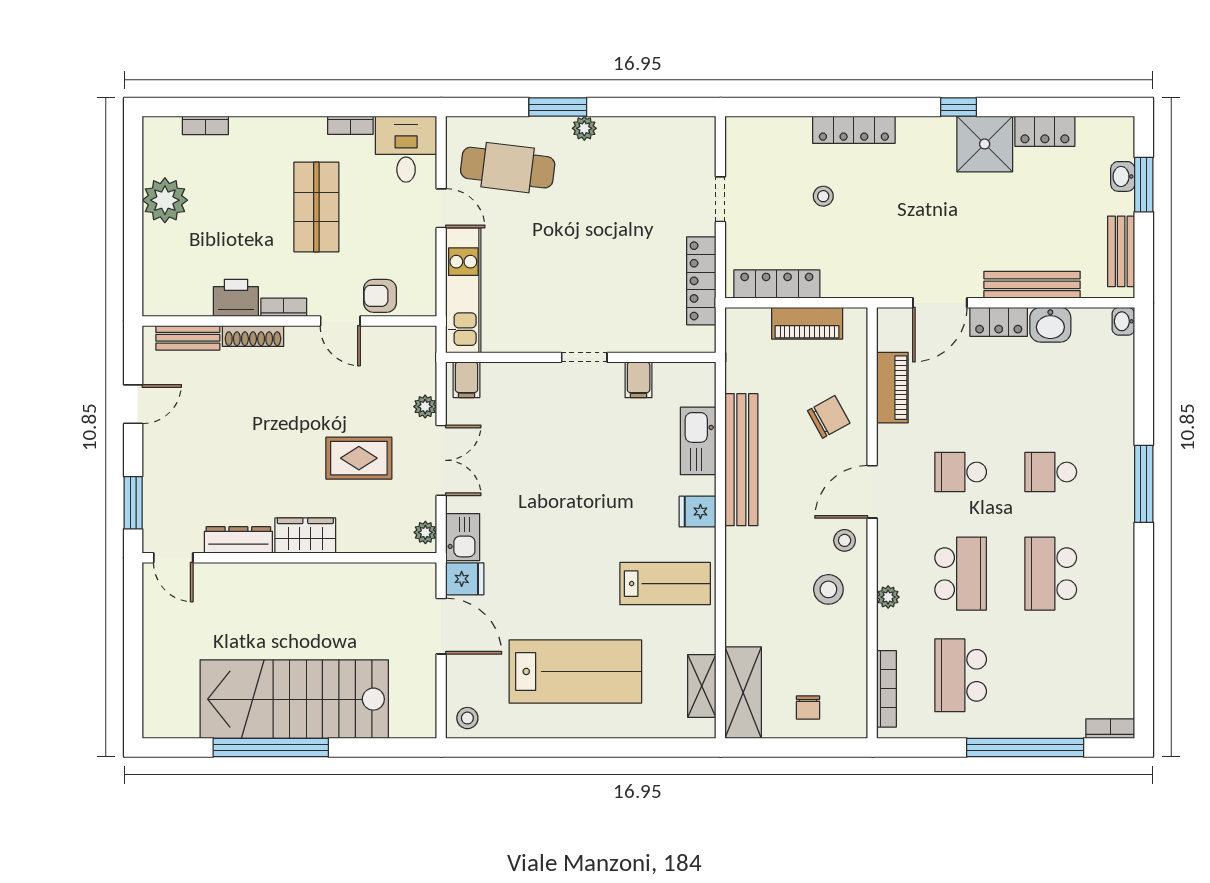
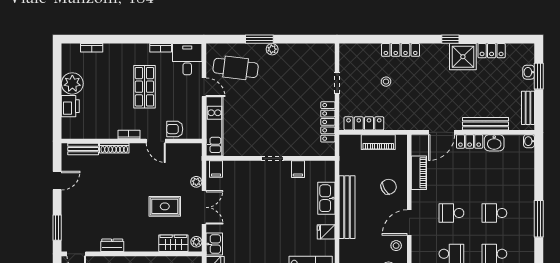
printer: (236, 298) -> (70, 106), moved, turned 90
wardrobe: (305, 536) -> (173, 243), moved
dresser: (238, 540) -> (112, 245), width x0.70

